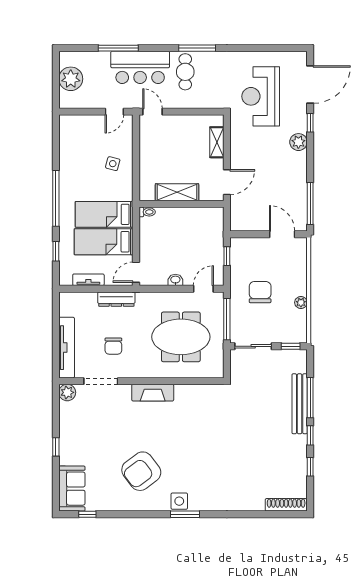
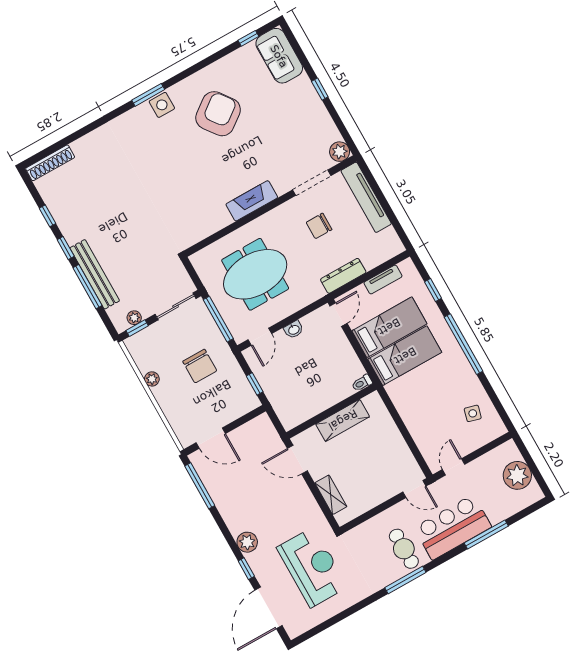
side table: (113, 164) -> (473, 413), moved
door: (227, 182) -> (297, 460), hinge flipped
chair: (113, 346) -> (319, 226), turned -90
plant: (288, 355) -> (134, 318), added

